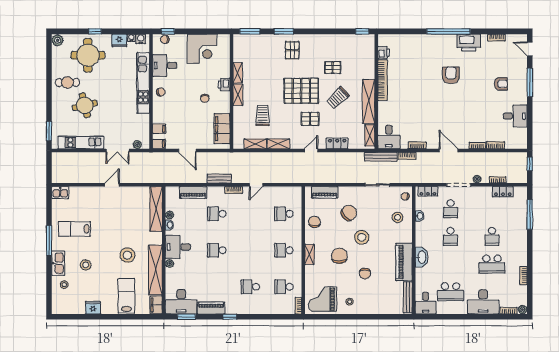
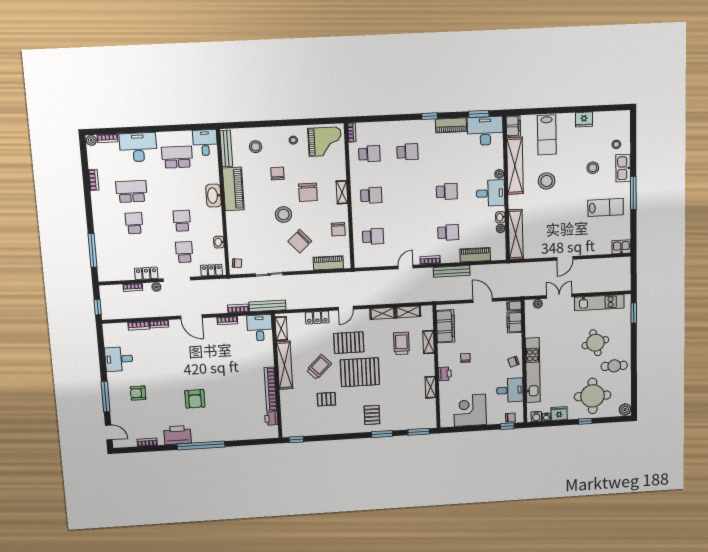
shelving: (238, 95) -> (429, 342), moved
trolley: (262, 115) -> (401, 343), turned 180
pallet: (310, 119) -> (349, 343), width x1.50, depth x1.42
filing cabinet: (159, 129) -> (514, 322), width x2.00
bench: (219, 179) -> (452, 271), width x1.36
locker: (503, 192) -> (146, 273), moved
stool: (398, 217) -> (256, 147), moved

